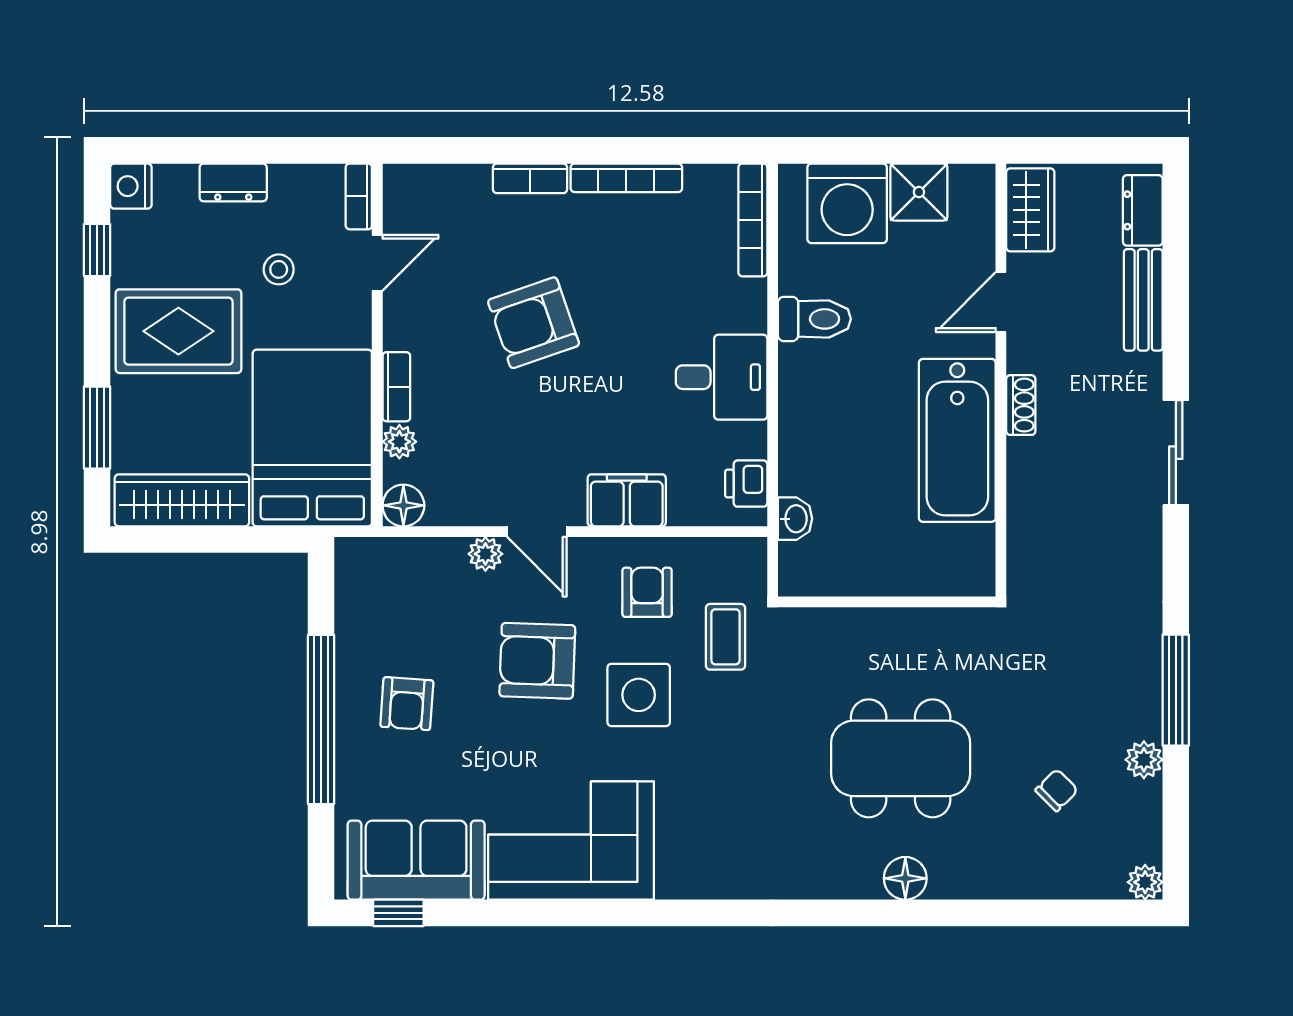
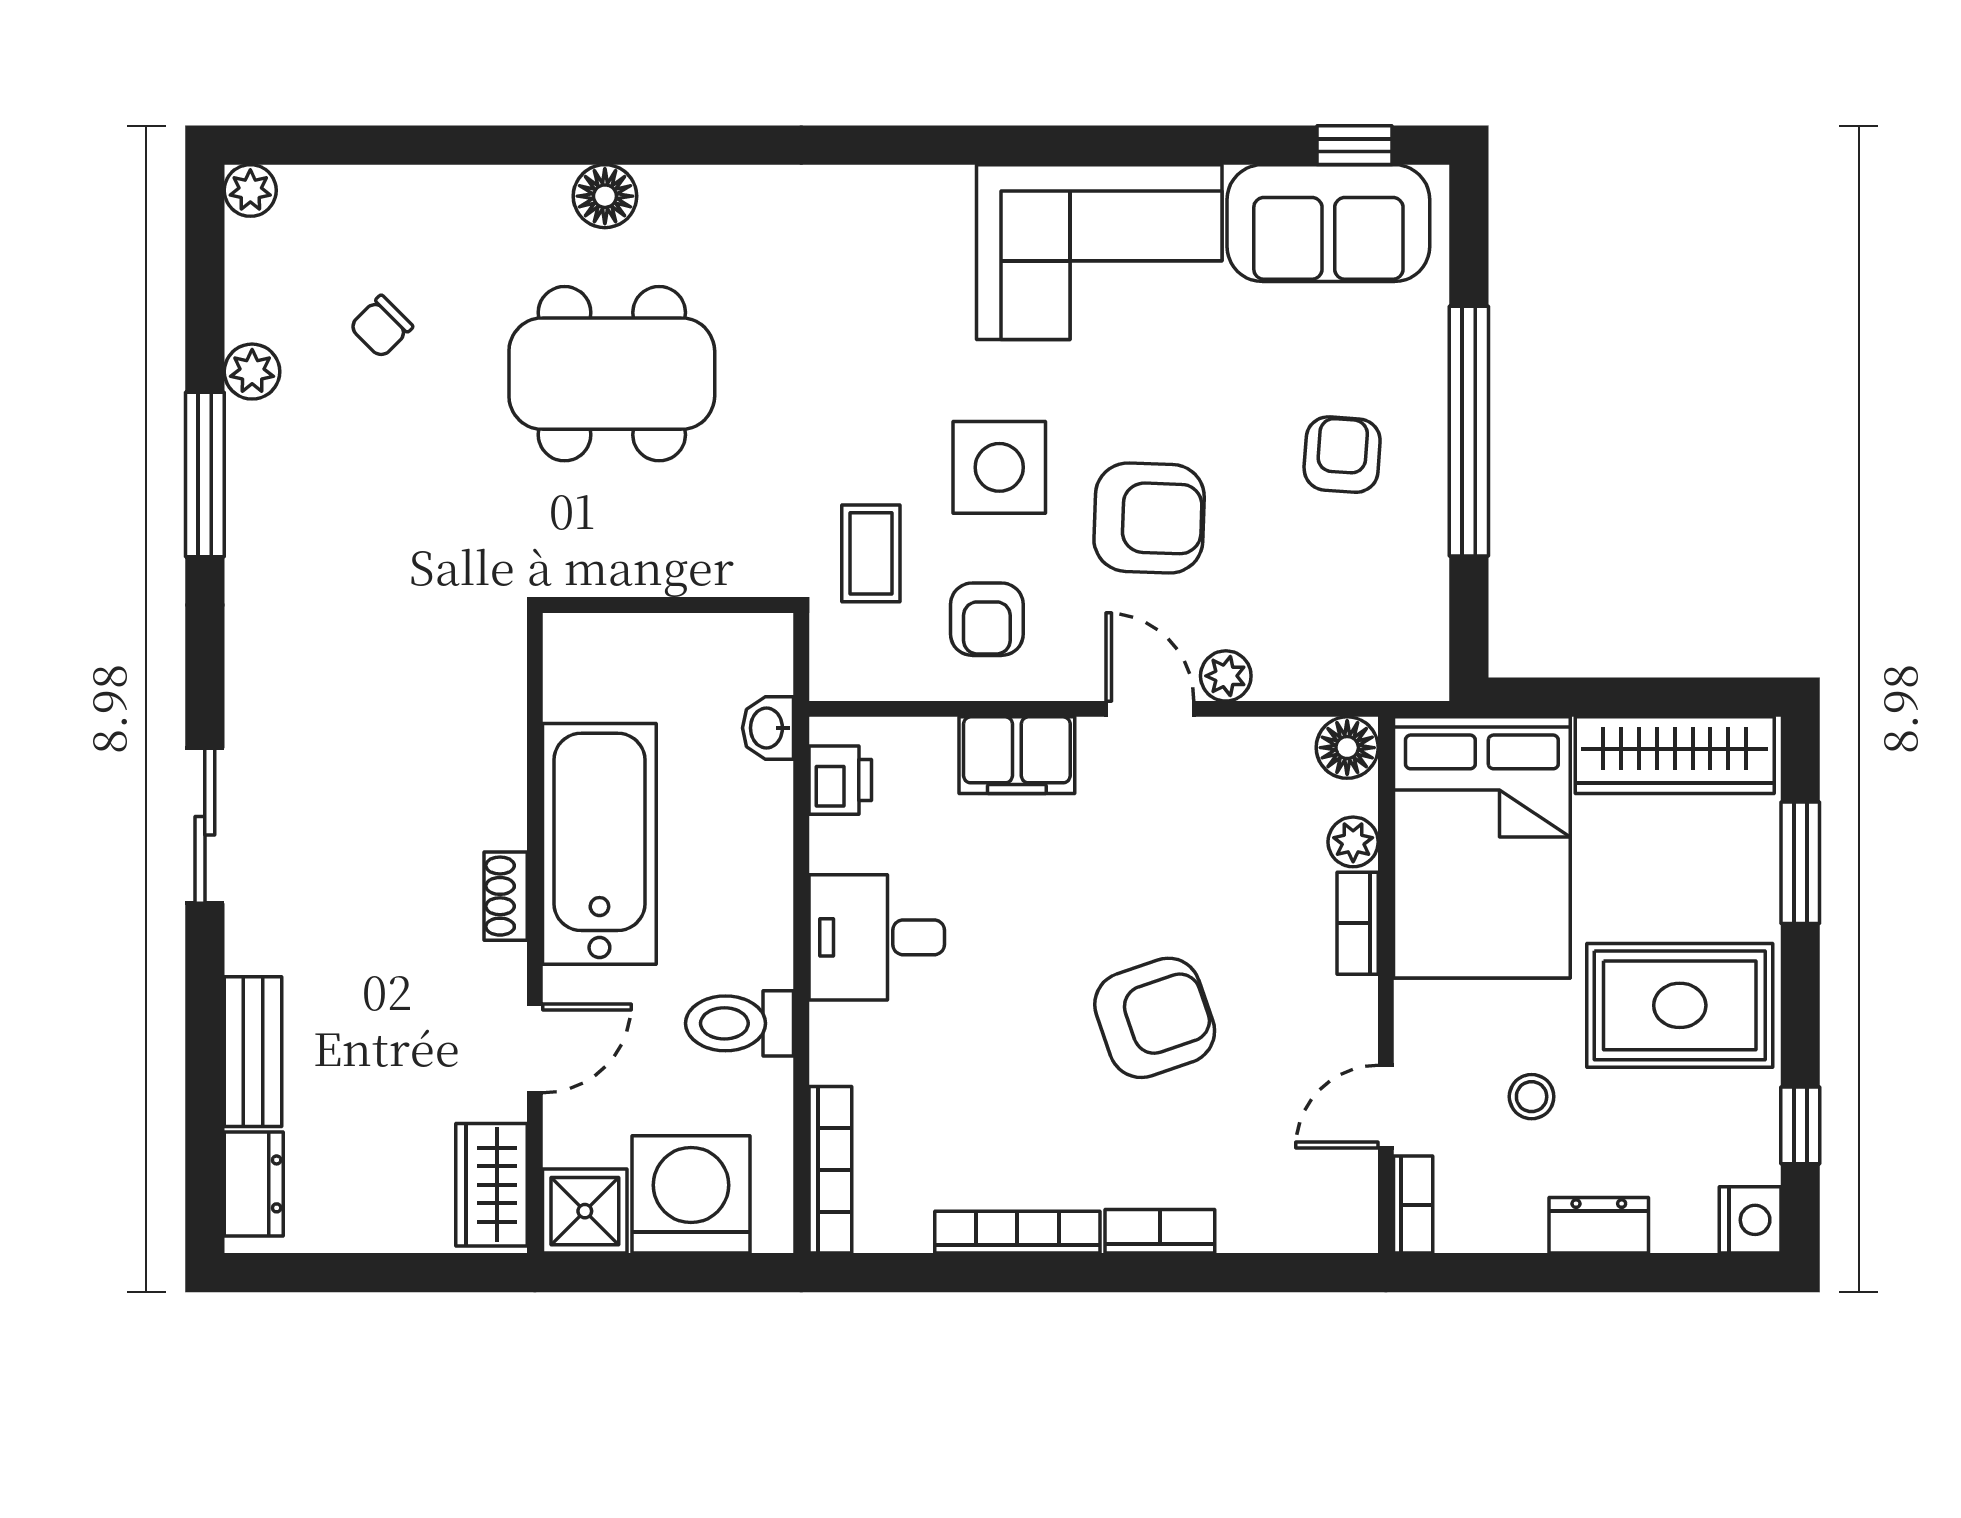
wardrobe: (1030, 210) -> (491, 1185), moved
door: (1001, 302) -> (535, 1048), moved
wall: (1001, 380) -> (535, 933), moved
shoe rack: (1021, 405) -> (506, 896), moved
bathtub: (957, 440) -> (599, 844), moved

